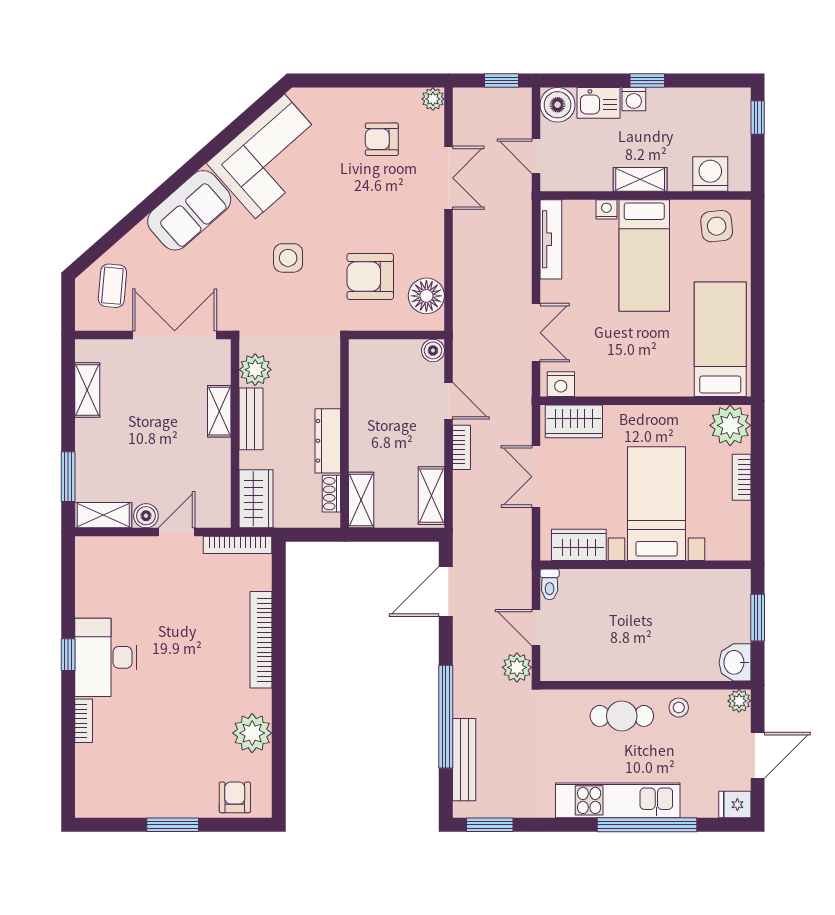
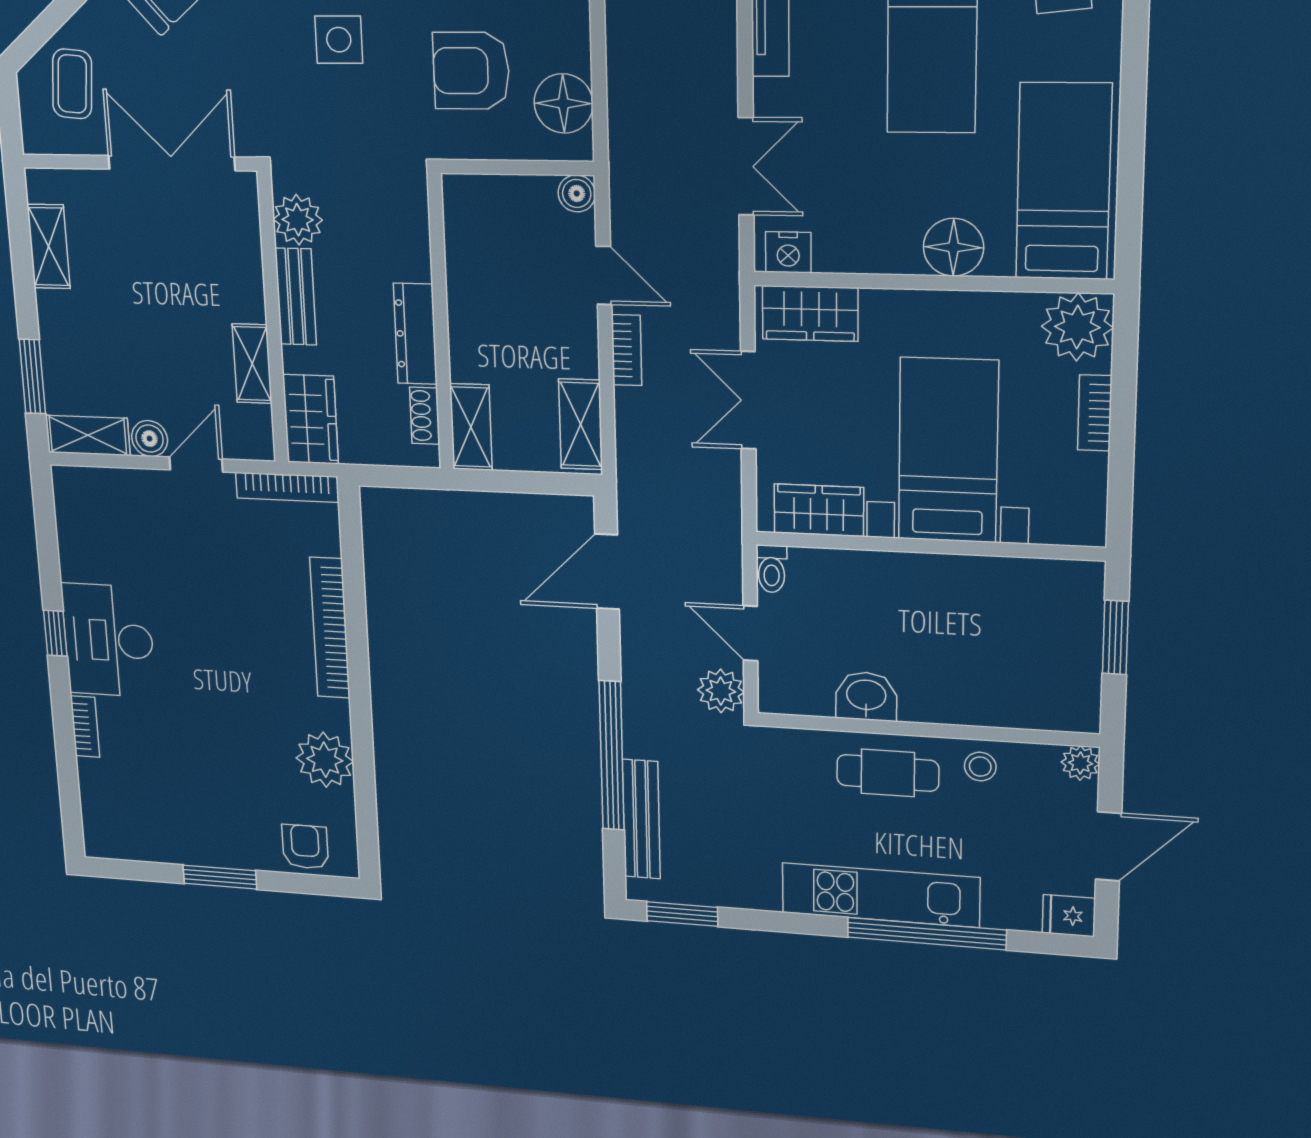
floor lamp: (658, 379) -> (953, 247), added
shelving: (219, 411) -> (252, 364), moved
washbasin: (735, 662) -> (866, 696), moved, turned 90

